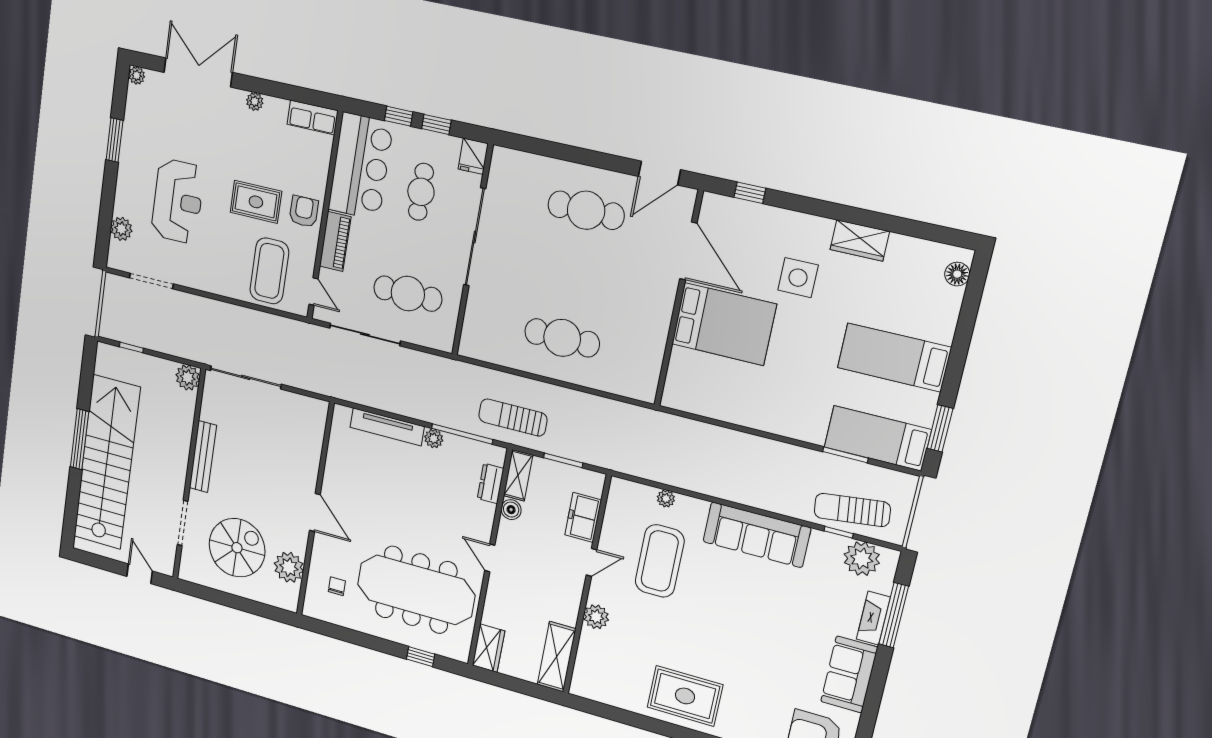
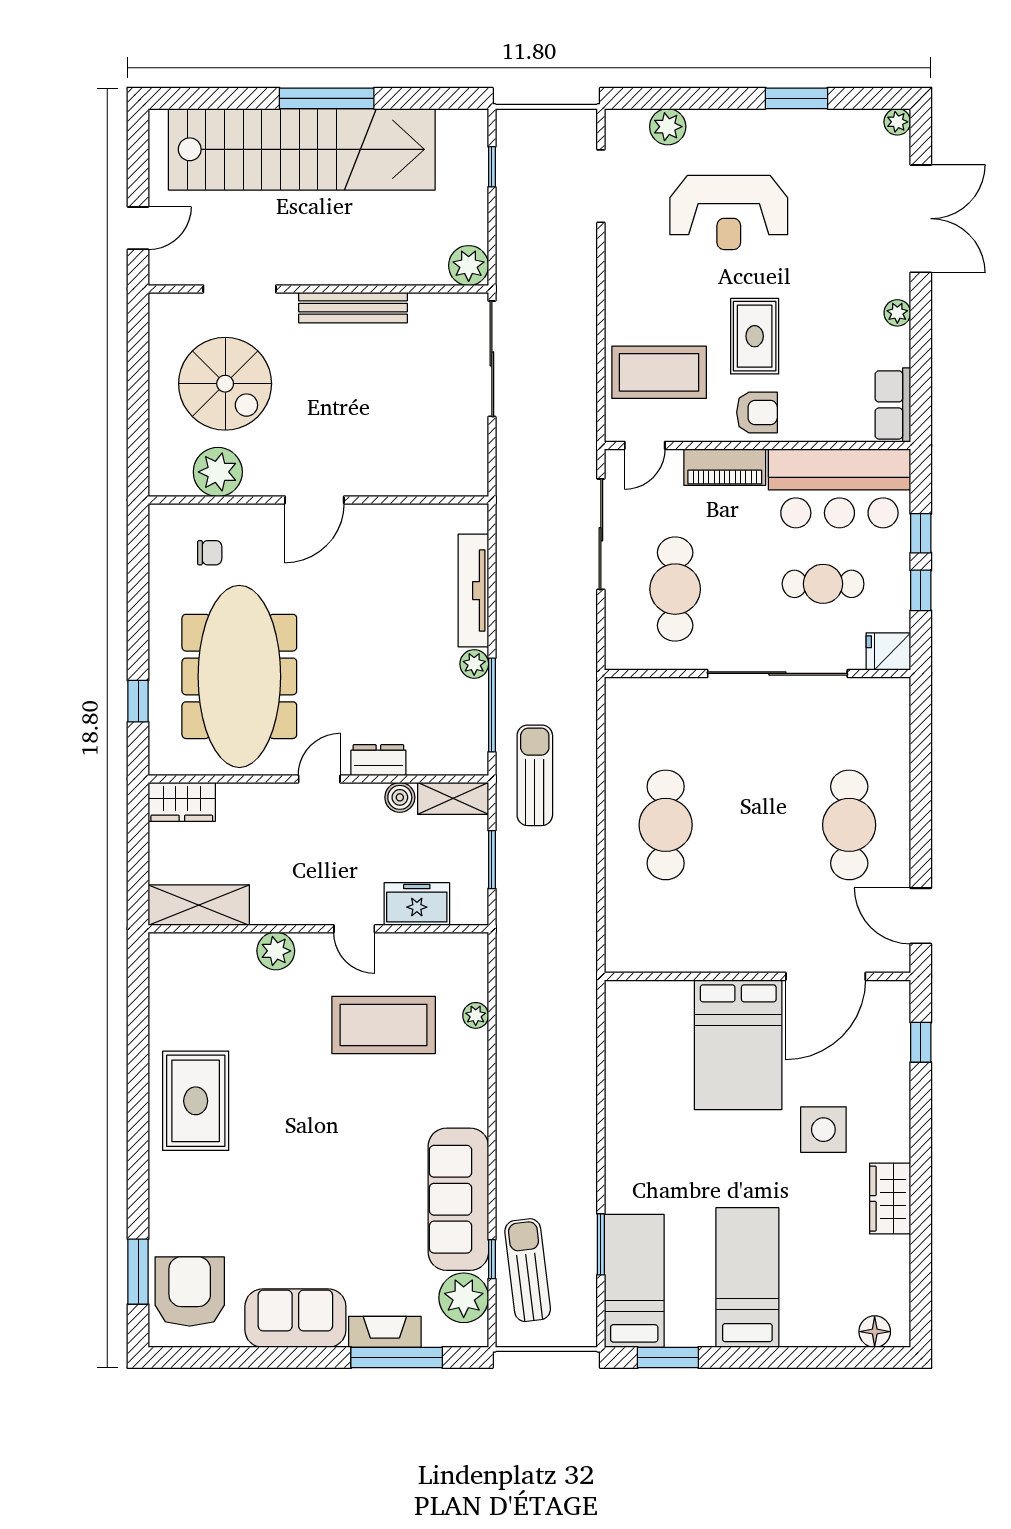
dresser: (491, 483) -> (378, 760), moved
sofa: (757, 535) -> (458, 1199), moved

